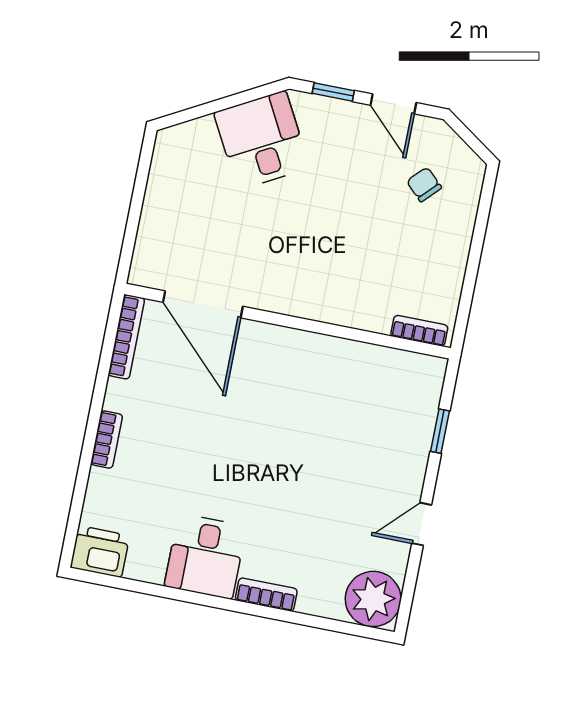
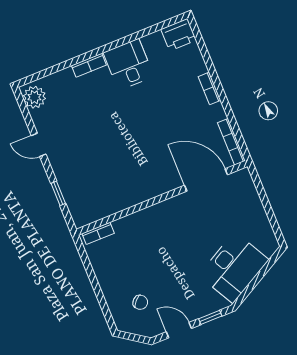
desk: (262, 140) -> (234, 267), width x1.37
door: (422, 524) -> (39, 145), swing flipped
plant: (373, 599) -> (34, 97), width x0.73, depth x0.73

